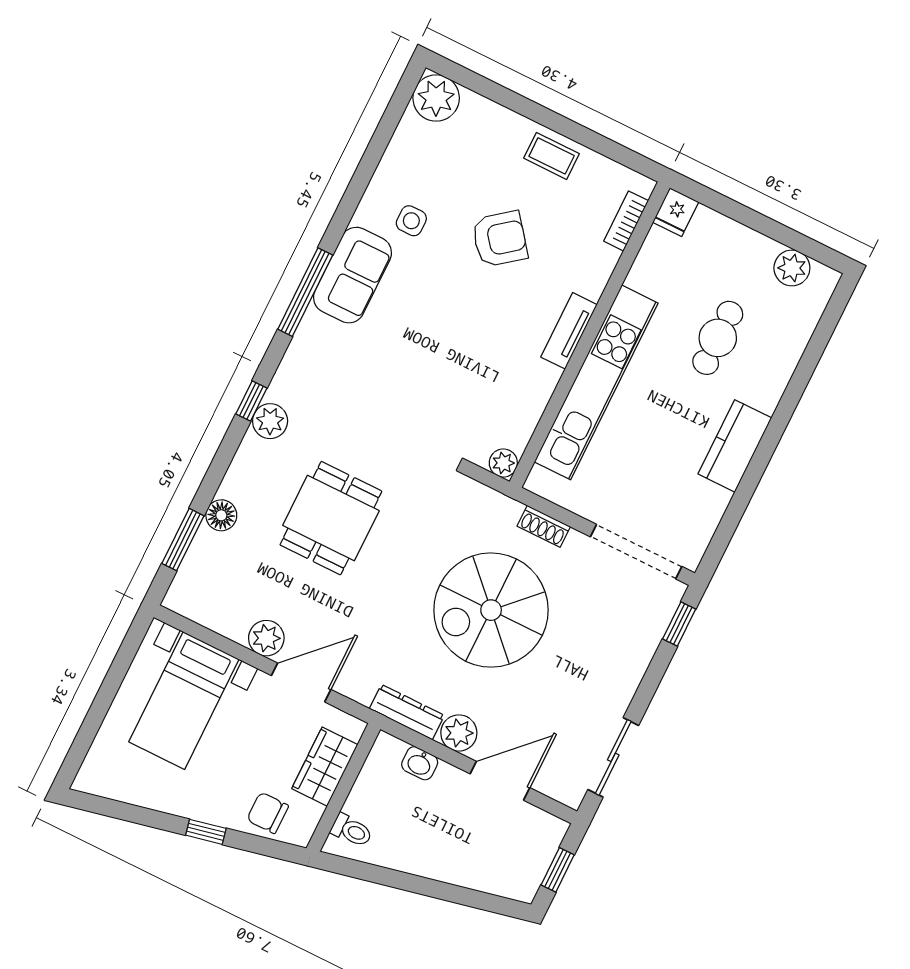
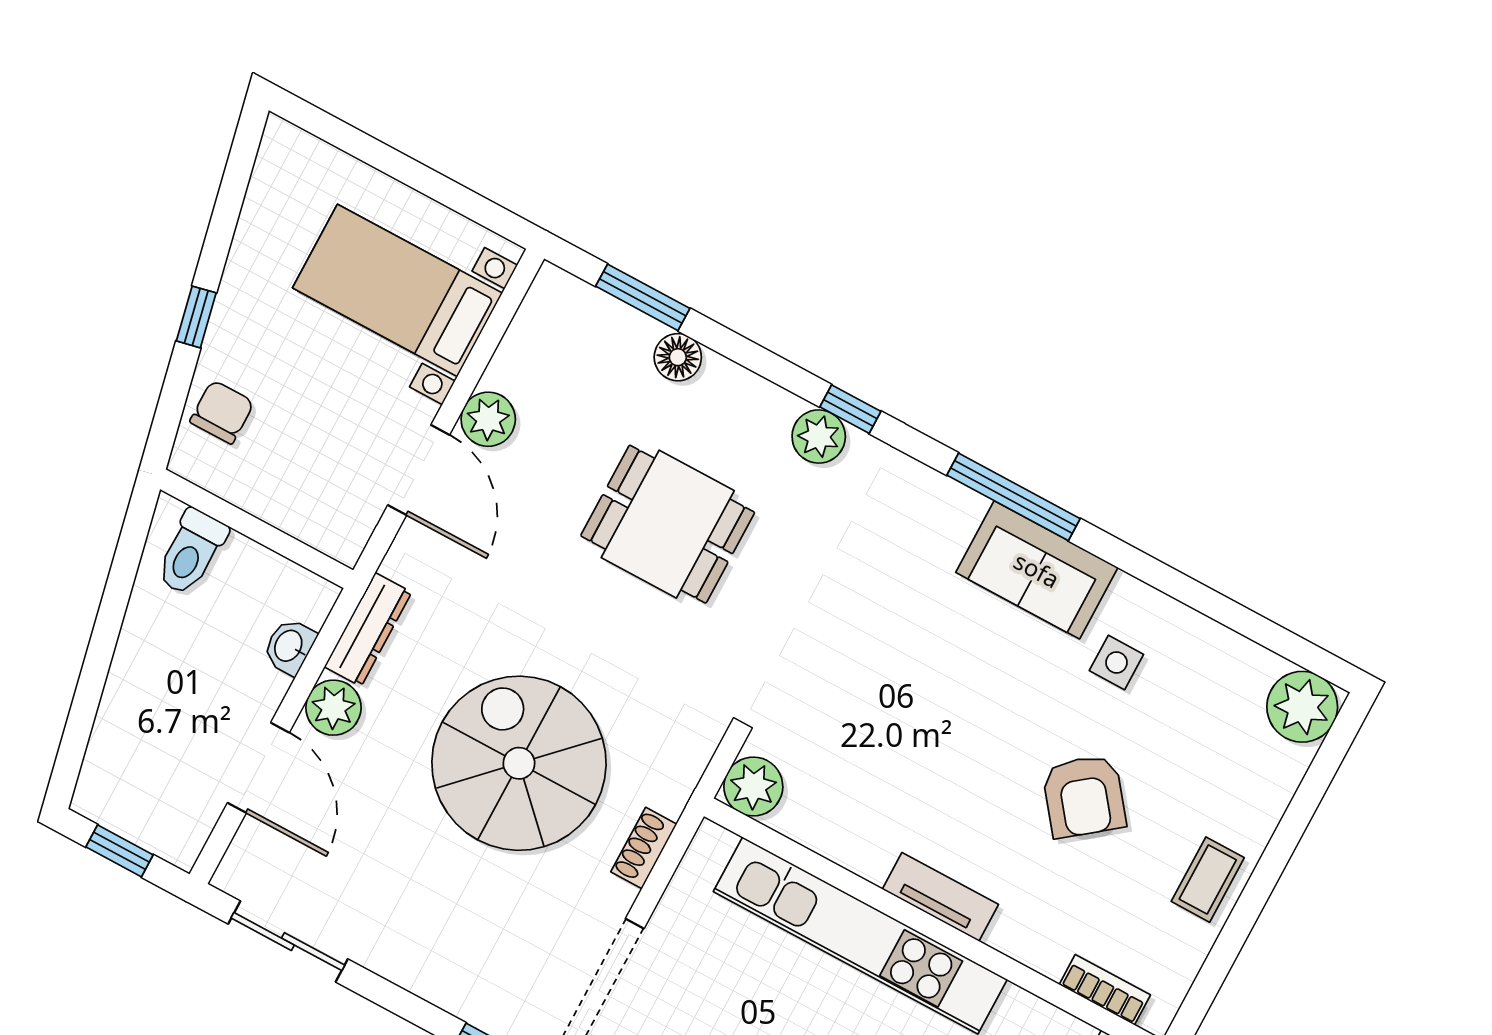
plant: (503, 463) -> (753, 787), width x1.38, depth x1.38
wardrobe: (325, 767) -> (289, 501), removed
toilet: (352, 830) -> (191, 552), width x1.37, depth x1.39

